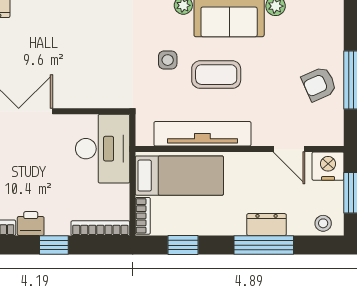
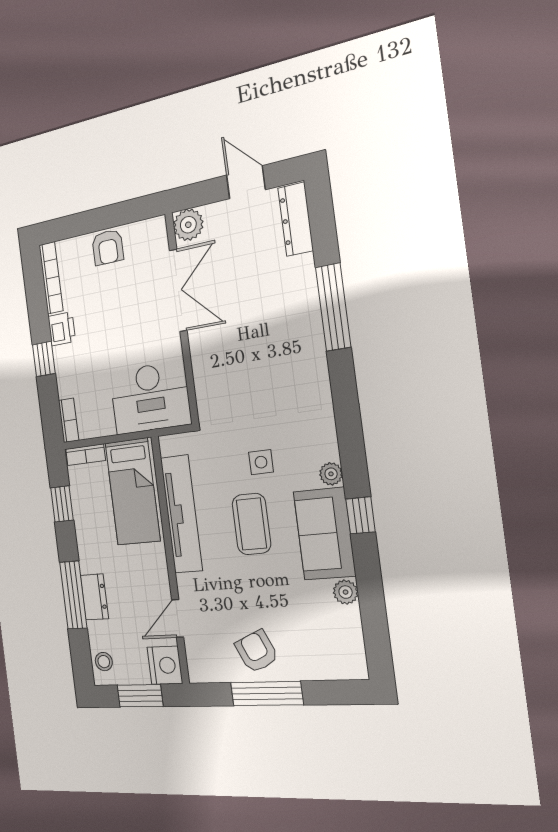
bookcase: (100, 228) -> (69, 420), width x0.64

